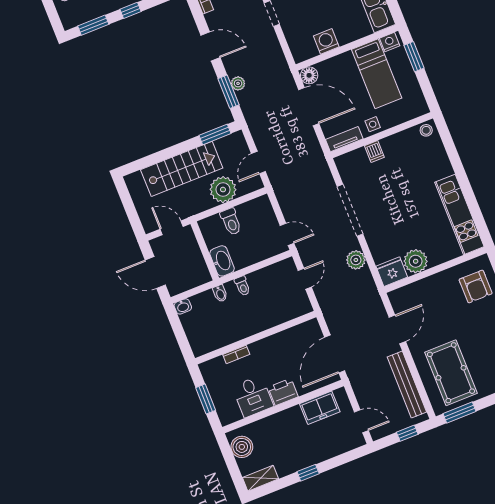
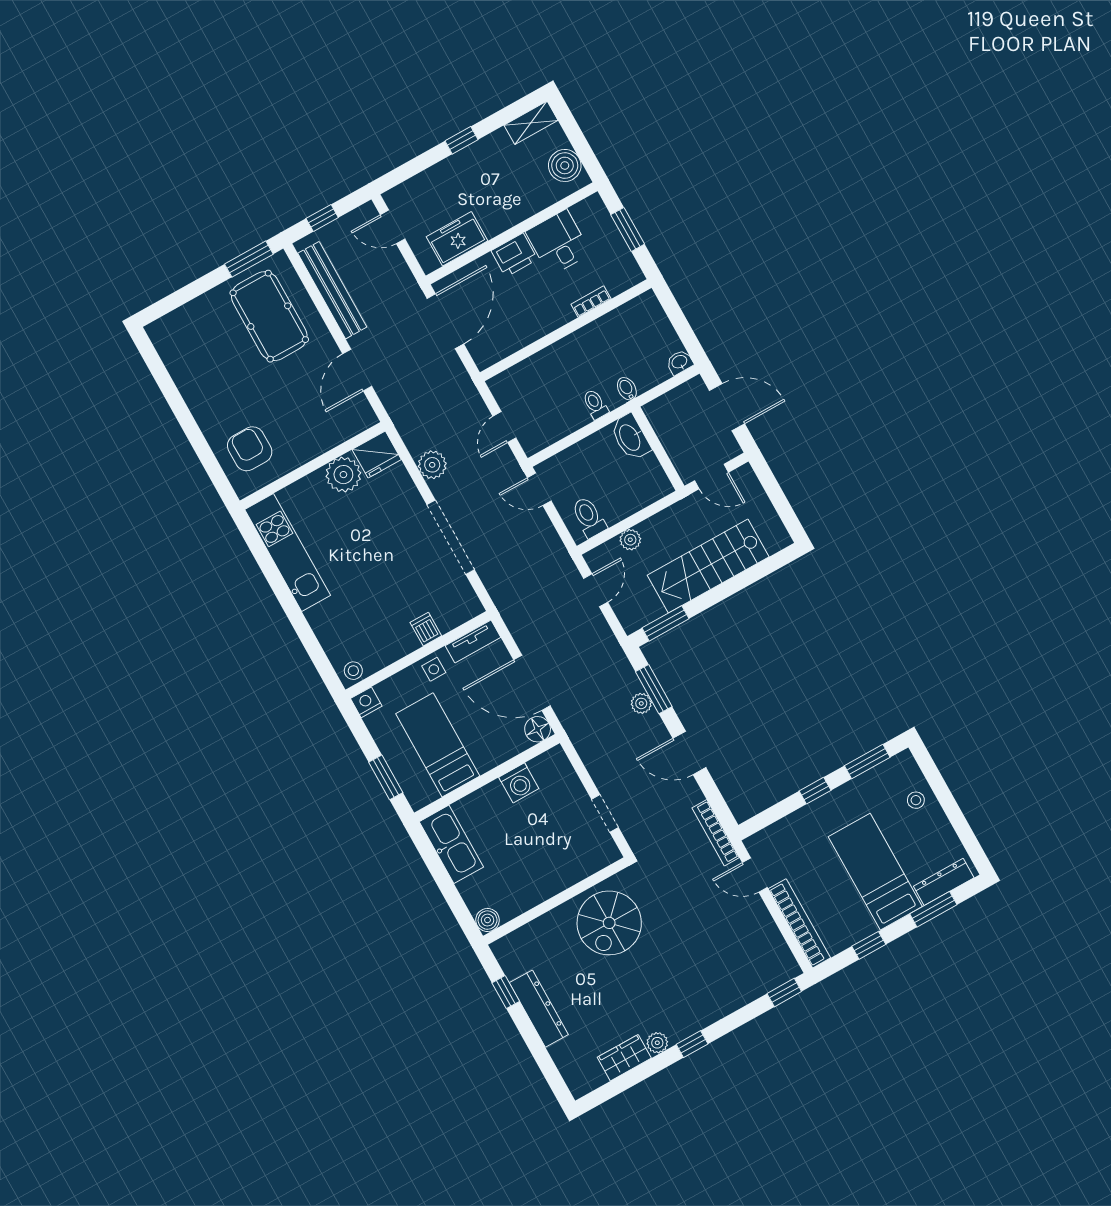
nightstand: (390, 42) -> (366, 702), moved, turned 180
plant: (223, 190) -> (630, 540), width x0.53, depth x0.53
toilet: (231, 222) -> (589, 517), moved

